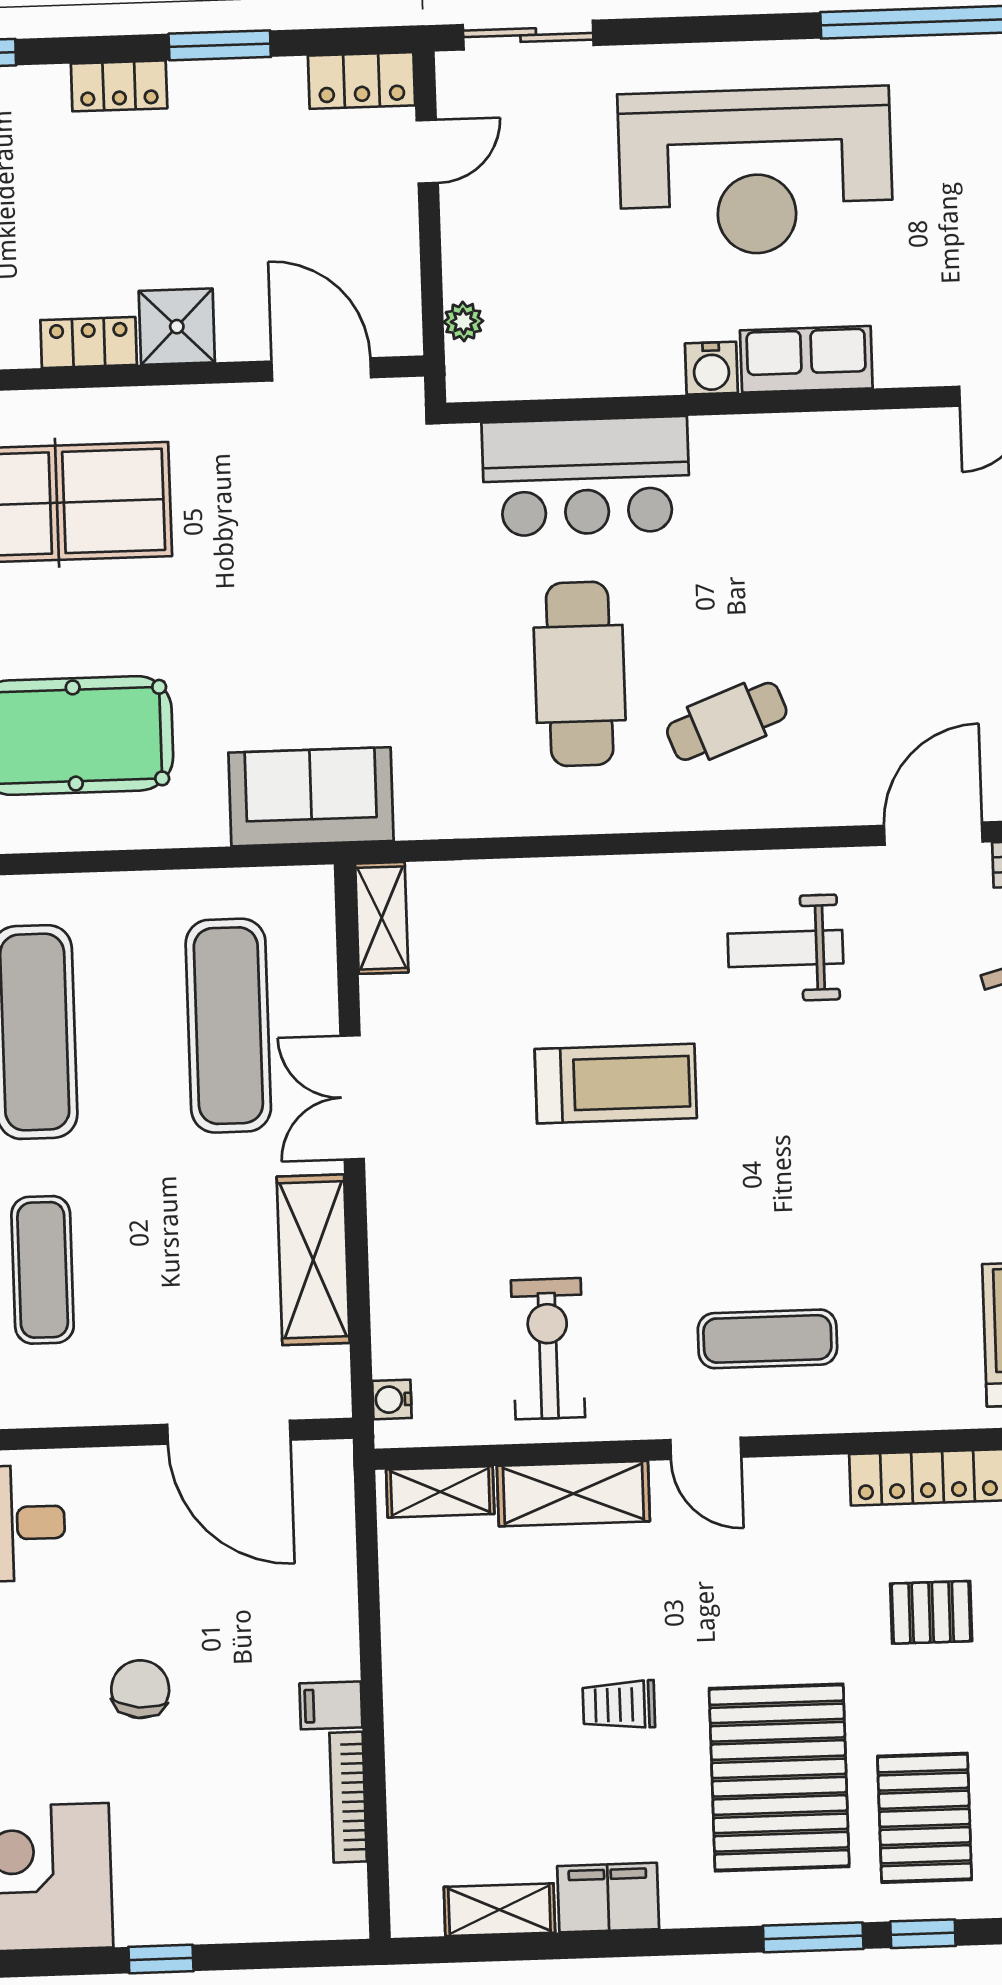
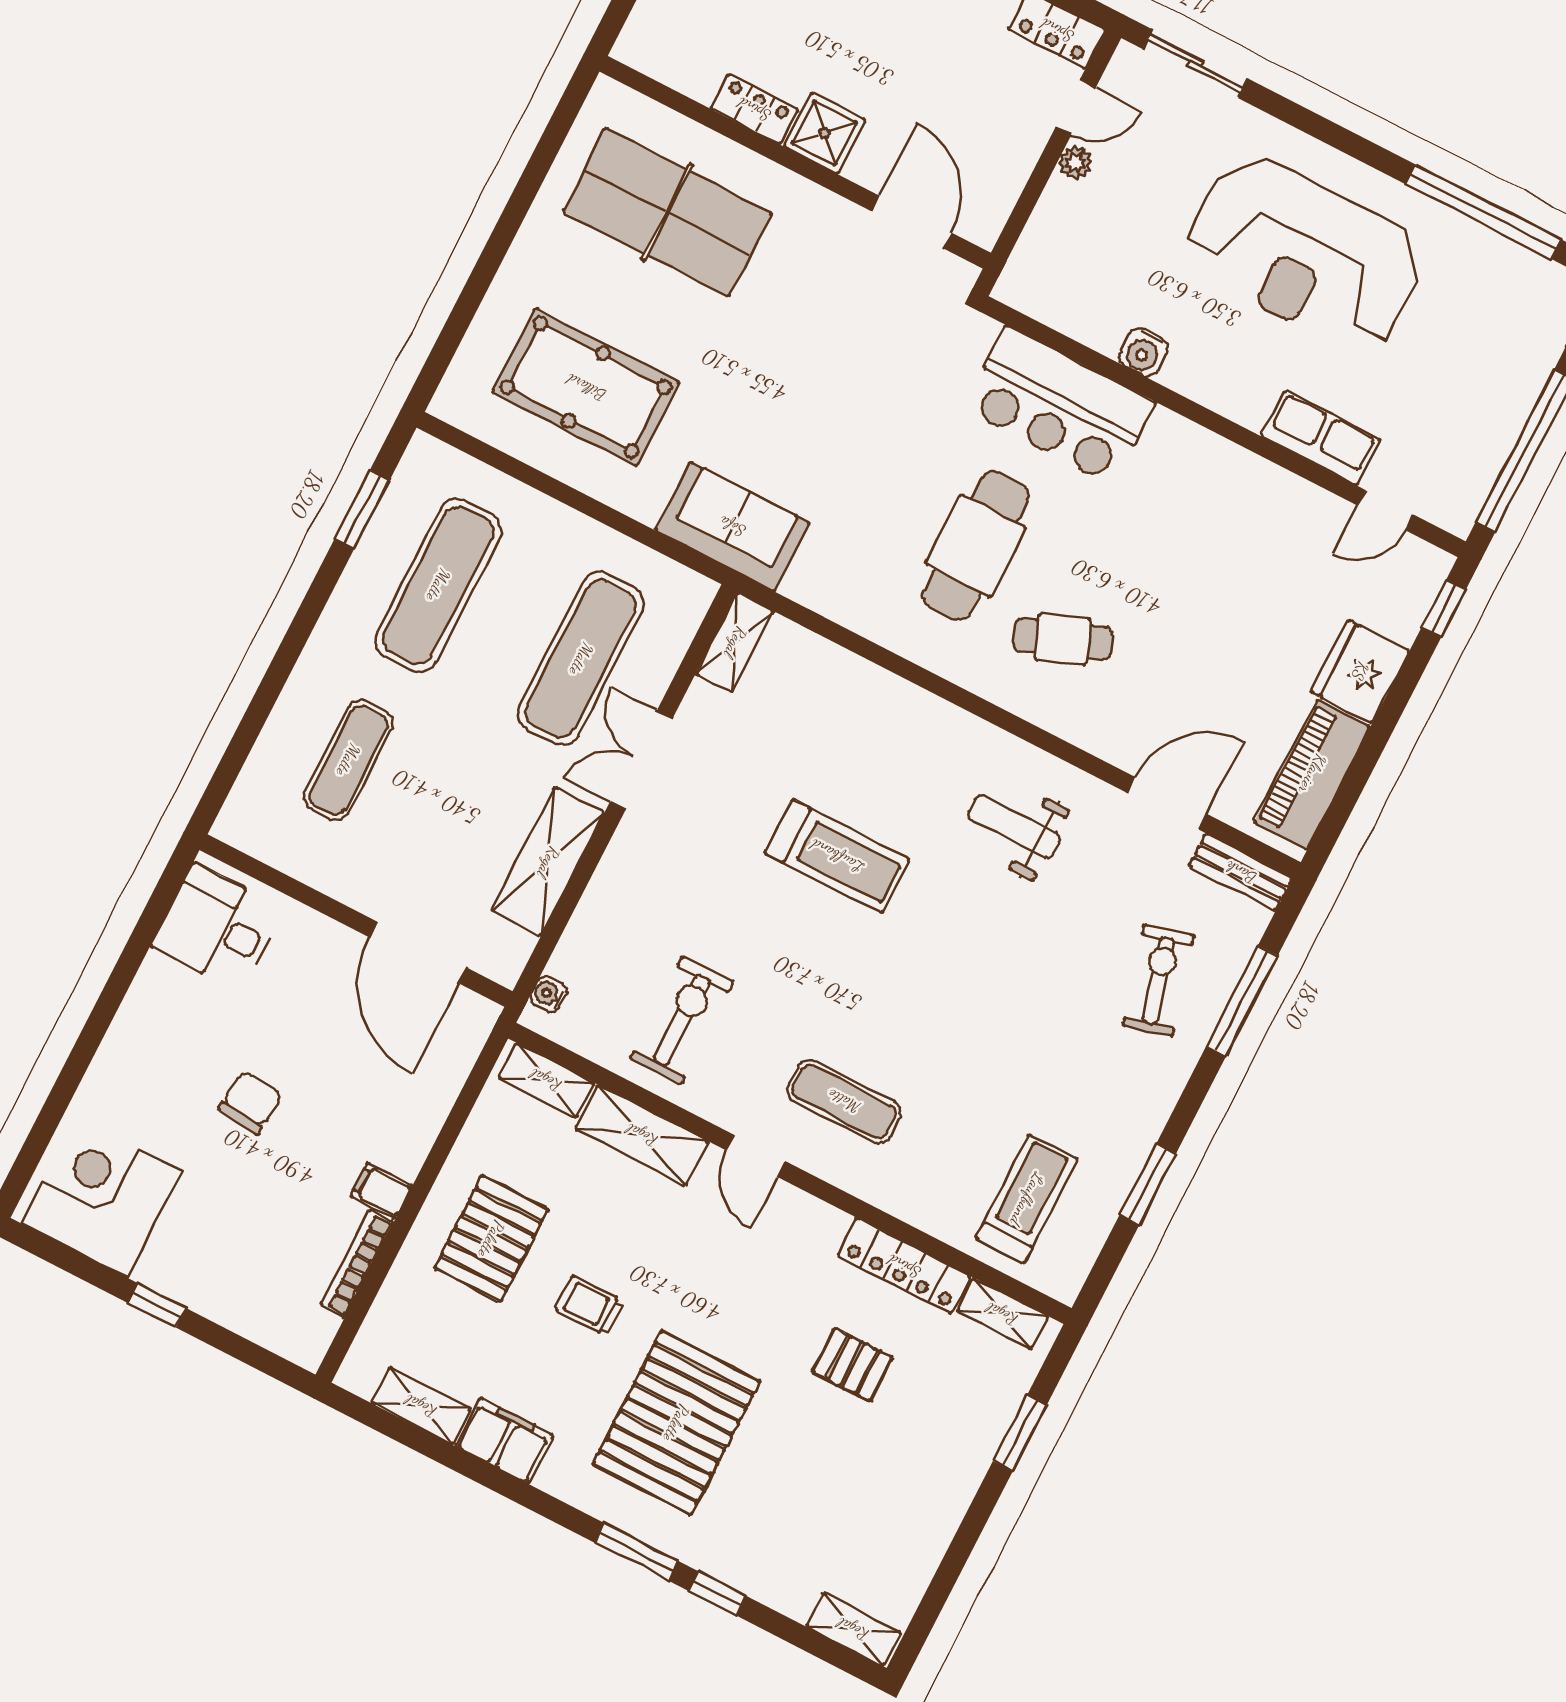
plant: (463, 322) -> (1075, 163), moved
row of seats: (806, 359) -> (1321, 438), moved
water cooler: (711, 368) -> (1143, 352), moved
pallet: (925, 1818) -> (491, 1239), moved

